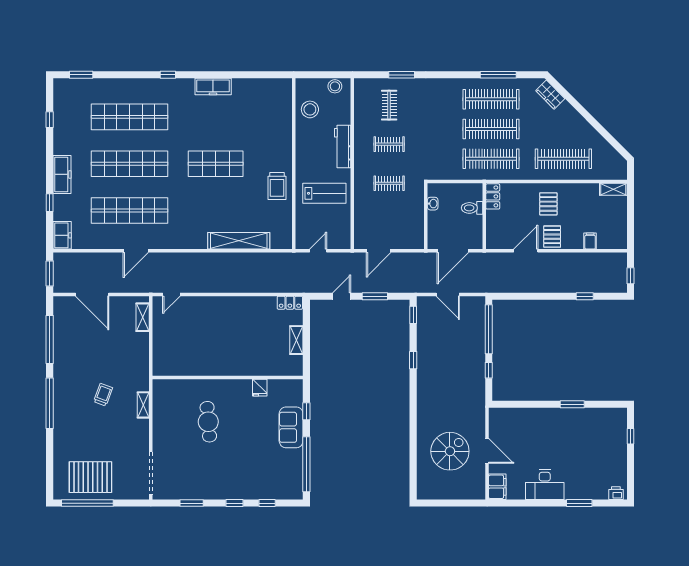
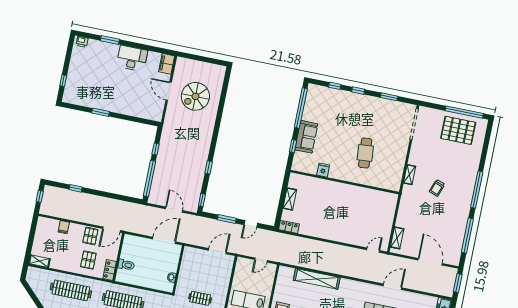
locker: (493, 196) -> (110, 270), moved
toilet: (472, 208) -> (126, 265), moved
wall: (484, 216) -> (119, 257), moved

